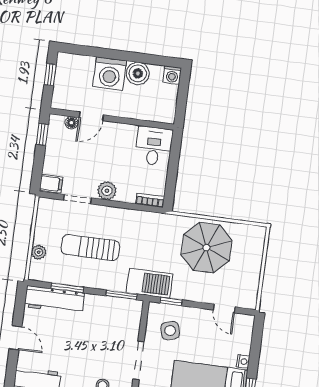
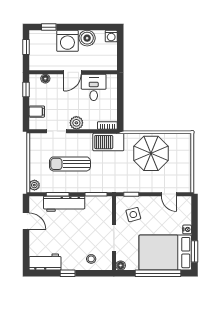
window: (86, 51) -> (49, 27), added
door: (91, 116) -> (73, 72), moved
desk: (154, 146) -> (94, 87), moved
filing cabinet: (51, 184) -> (37, 112), moved
plant: (39, 252) -> (34, 185), moved
barbecue: (150, 283) -> (108, 142), moved, turned 180
workbench: (54, 300) -> (64, 204), moved
door: (15, 338) -> (26, 221), moved

